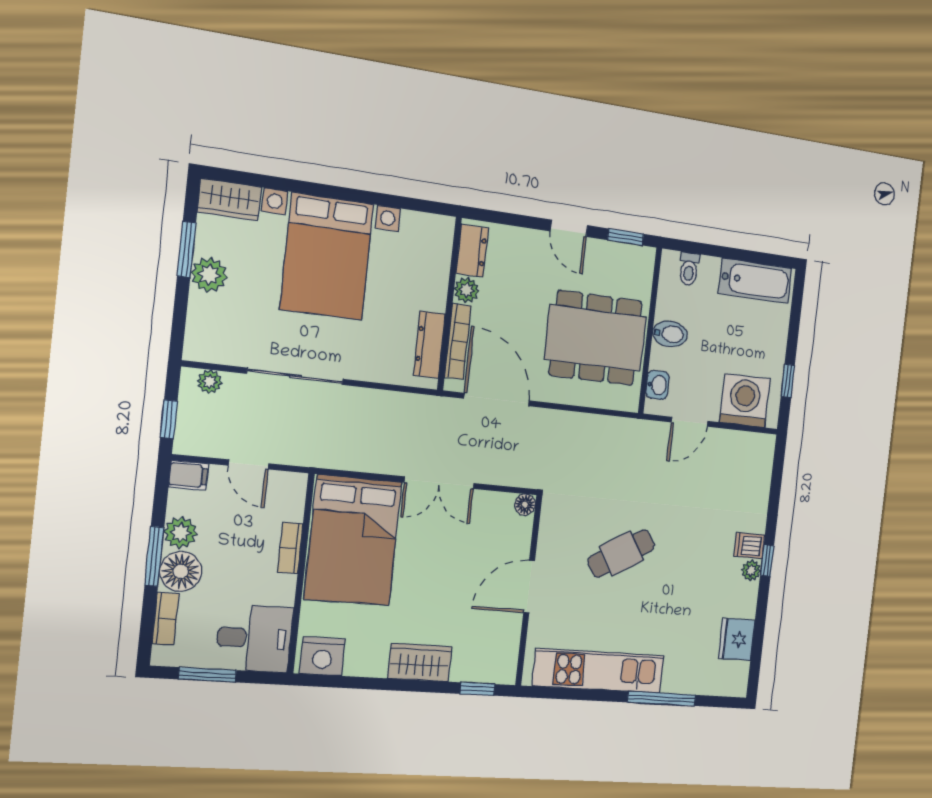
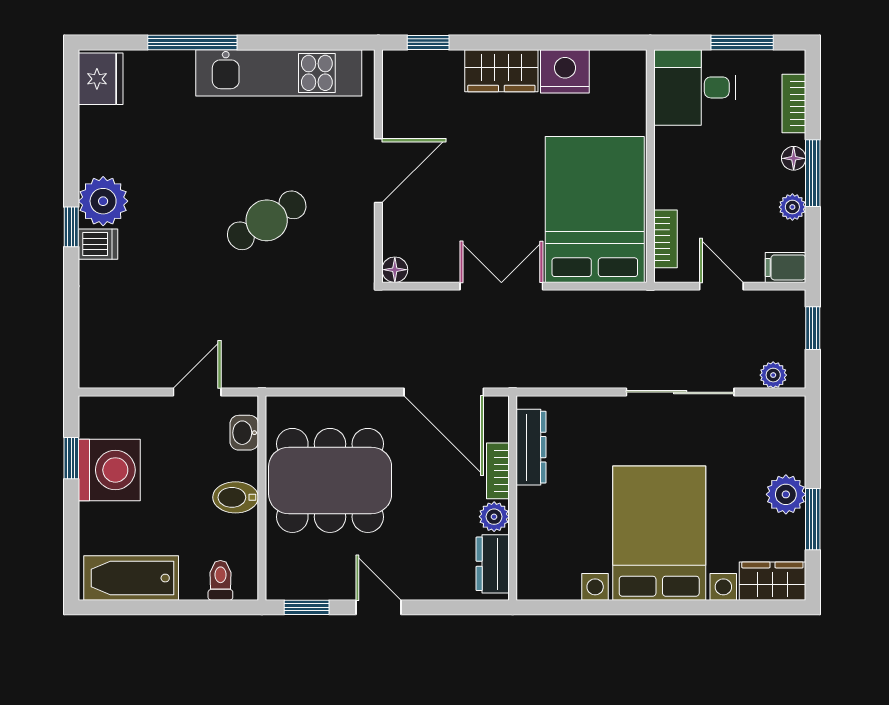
bookcase: (458, 341) -> (498, 471), width x0.64
washing machine: (745, 401) -> (109, 470), moved, turned -90
plant: (181, 533) -> (792, 207), width x0.73, depth x0.73
bookcase: (290, 548) -> (665, 239), moved
plant: (751, 570) -> (103, 201), width x1.87, depth x1.87
floor lamp: (181, 571) -> (794, 158), width x0.53, depth x0.53
fridge: (737, 639) -> (101, 79), moved
nightstand: (322, 656) -> (565, 71), moved

